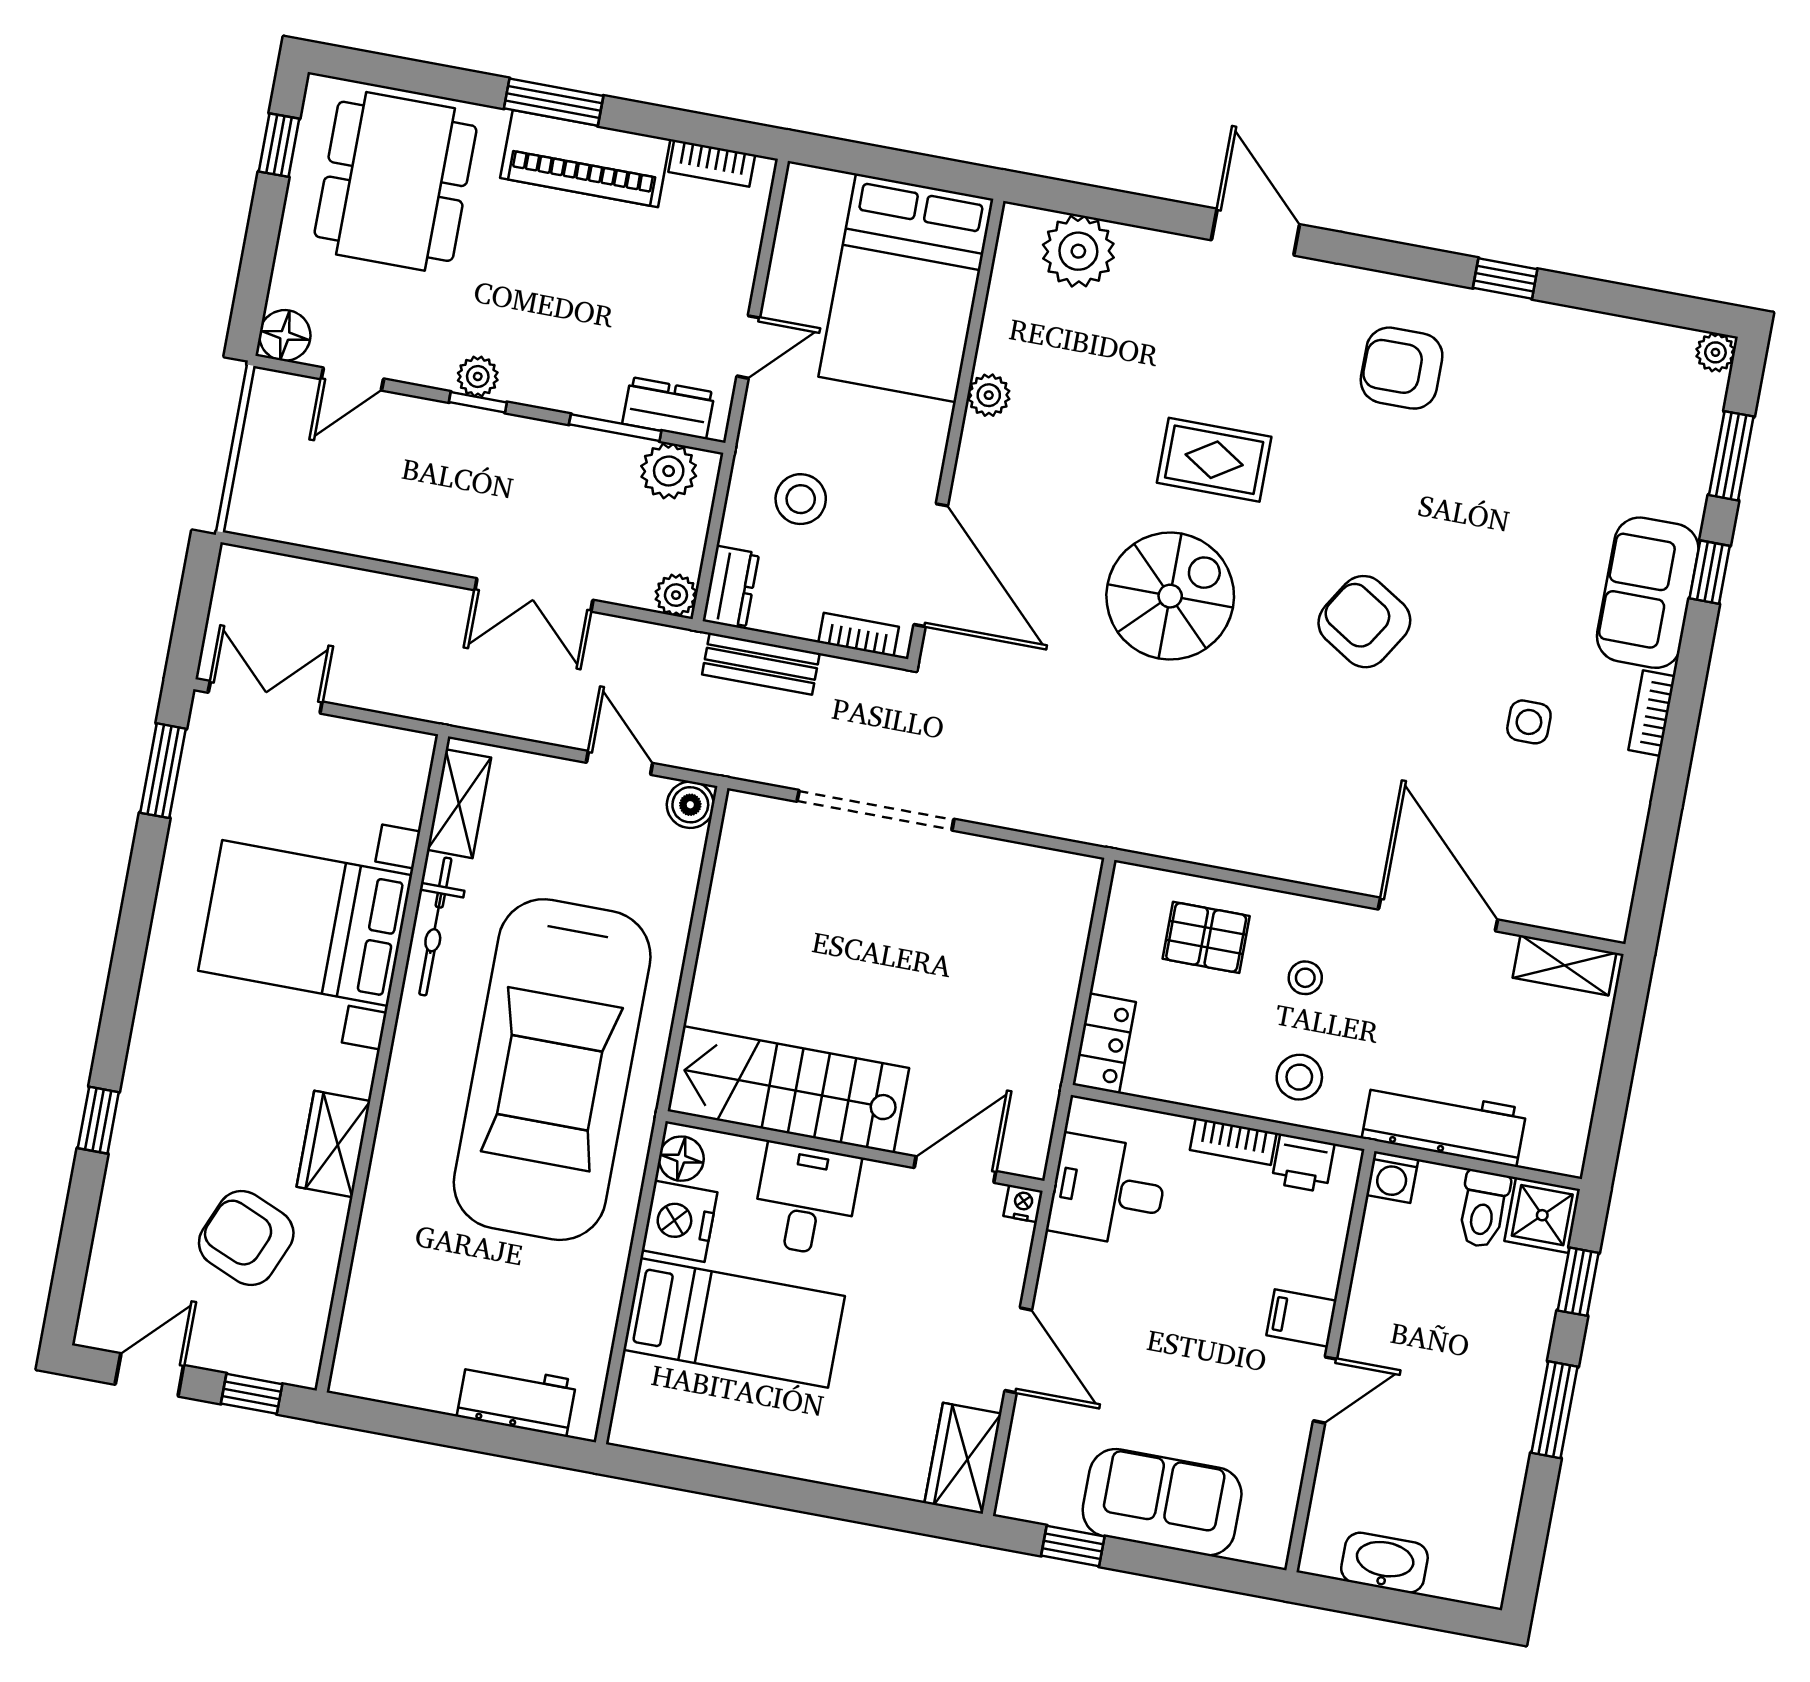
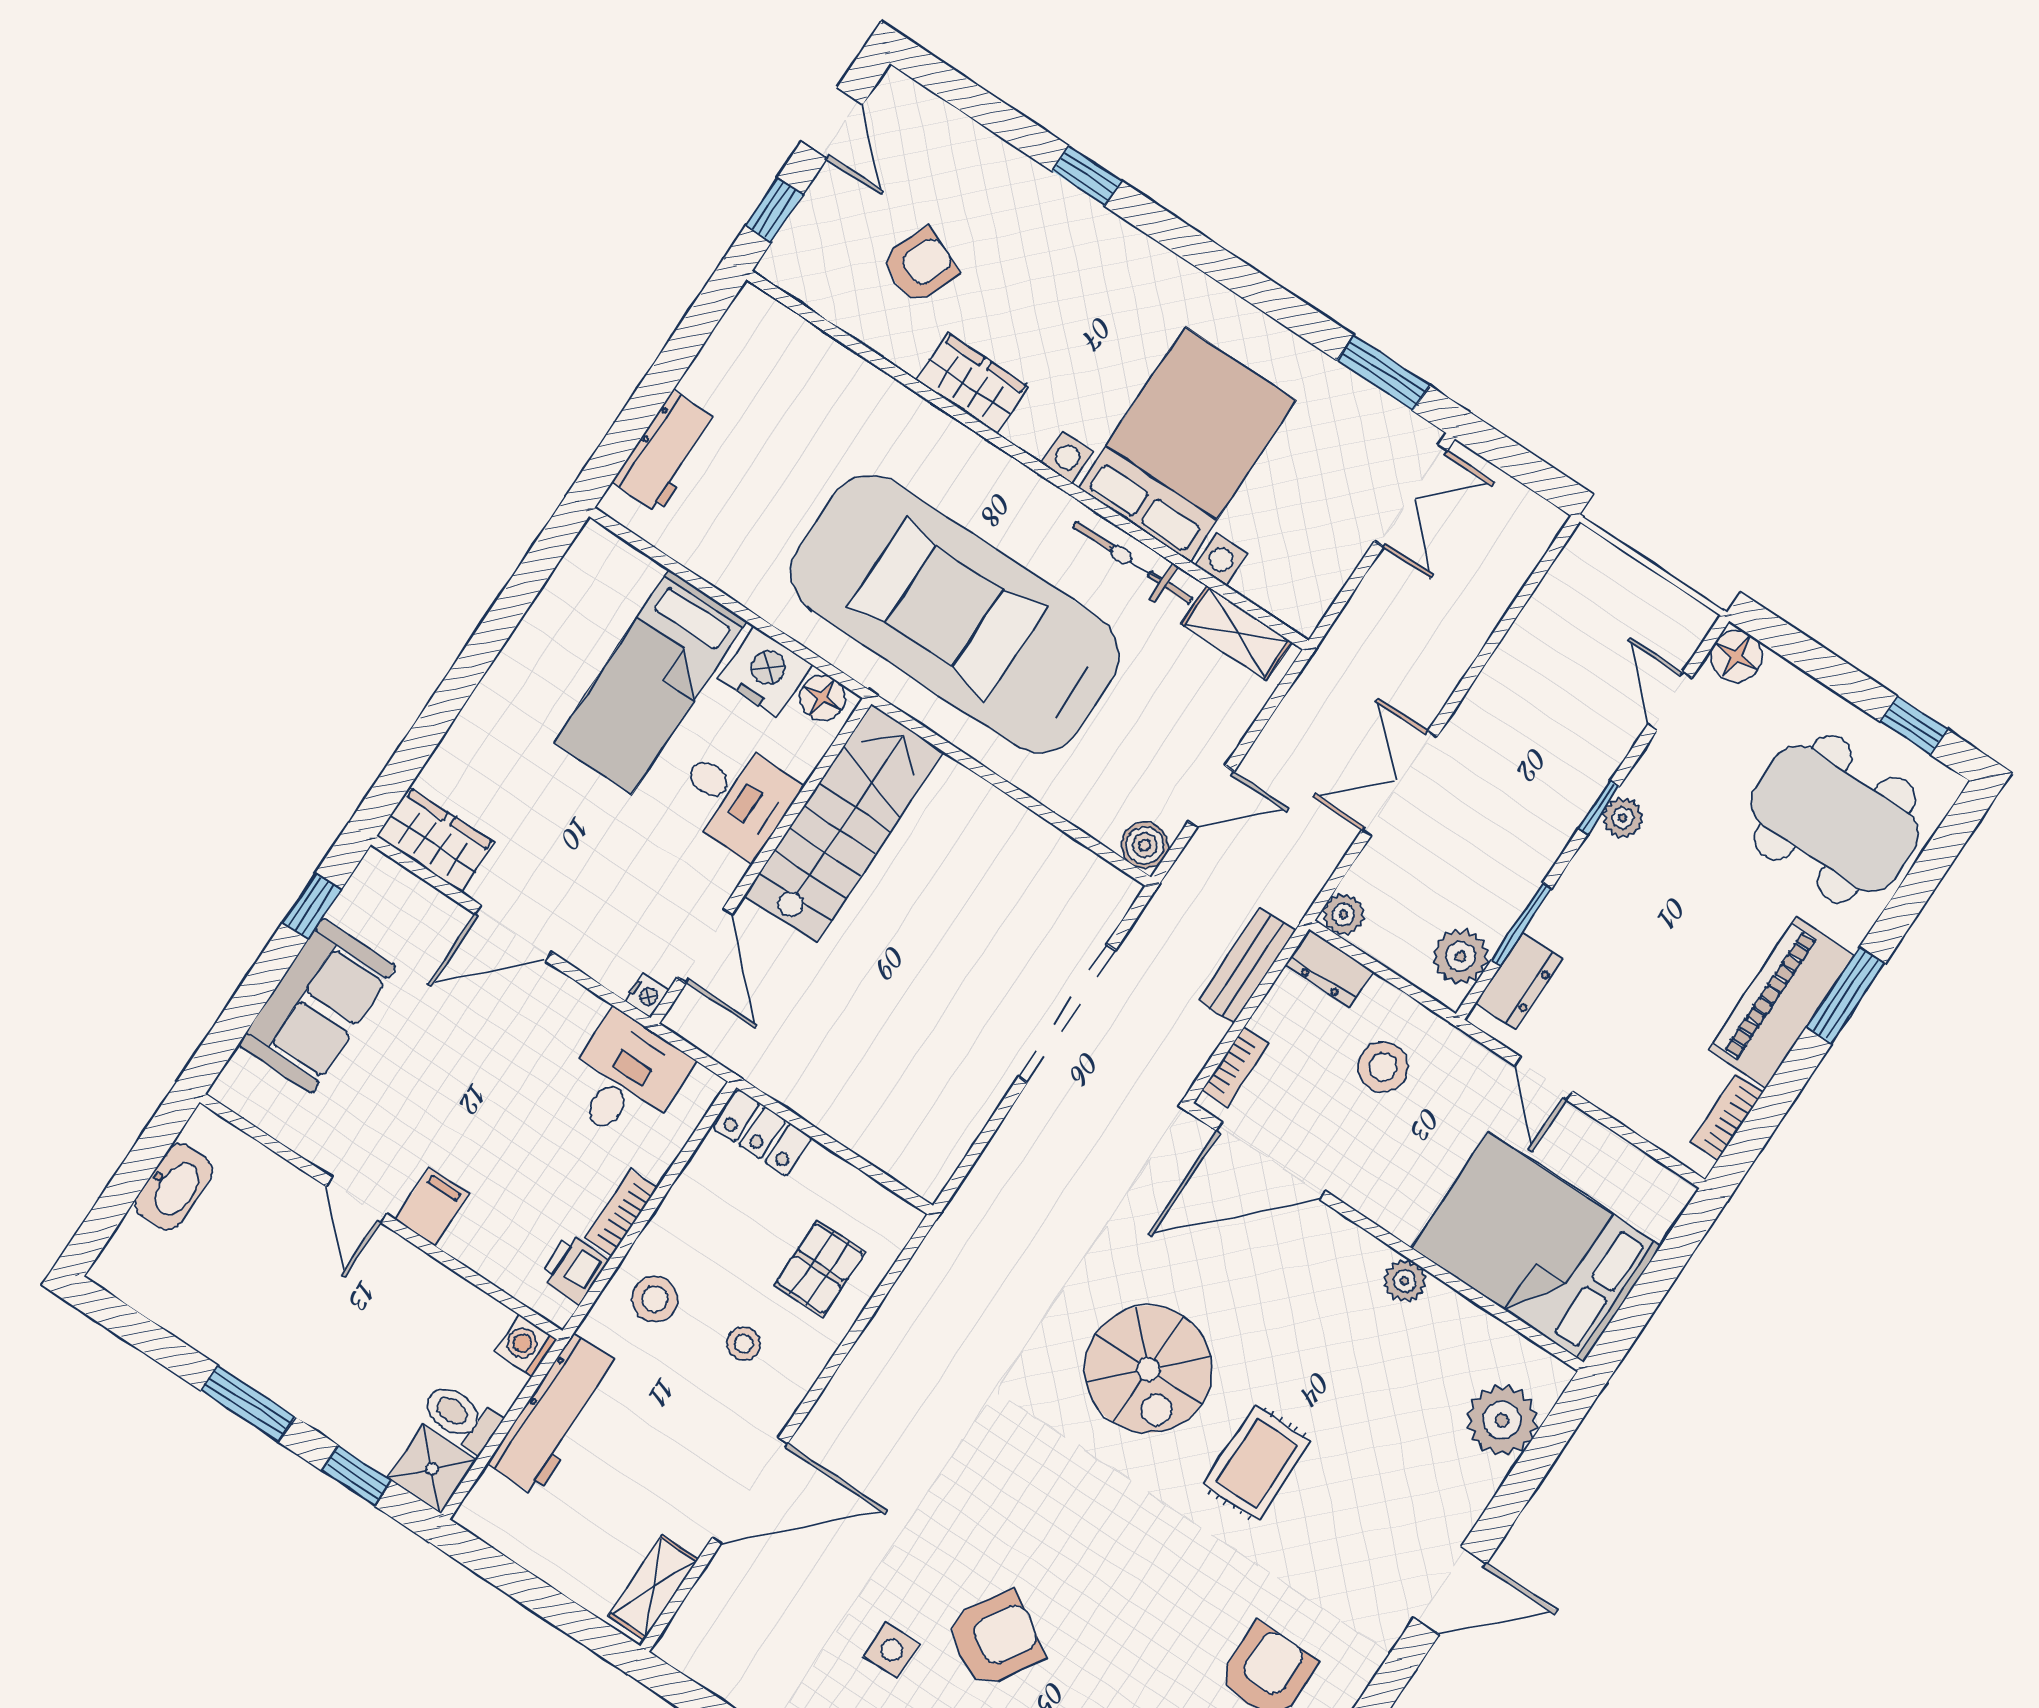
armchair: (1364, 622) -> (995, 1639), moved
armchair: (246, 1238) -> (920, 266), width x0.72, depth x0.72

